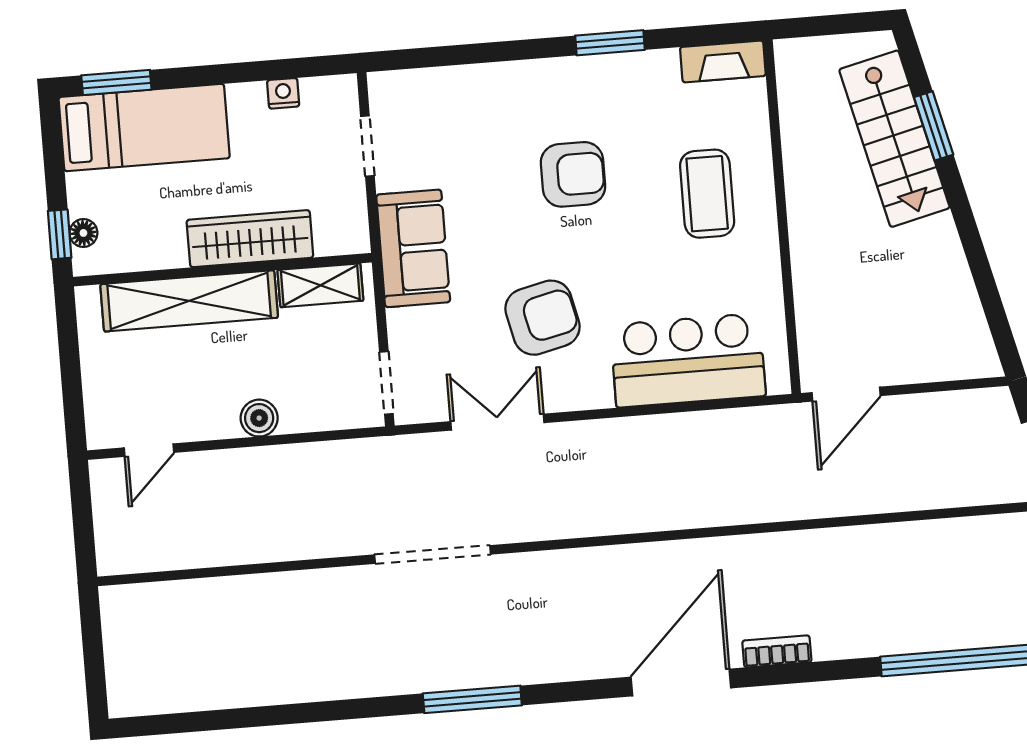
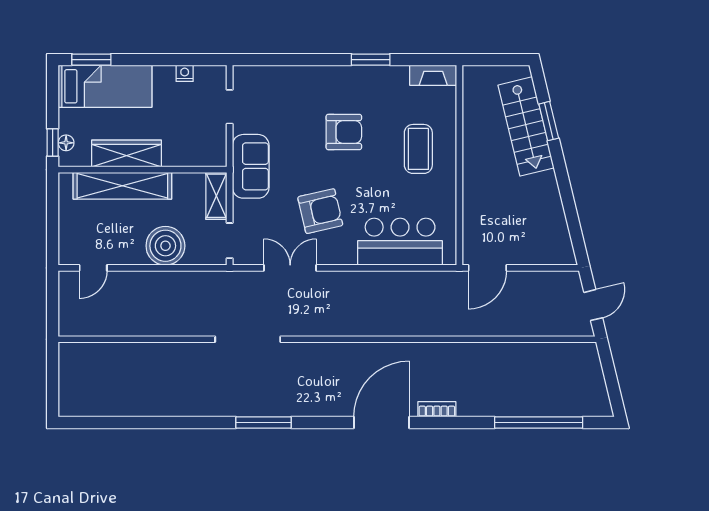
wardrobe: (250, 239) -> (126, 154), moved
shelving: (320, 285) -> (216, 196), moved, turned 90
boiler: (259, 418) -> (165, 246), width x1.86, depth x1.86

